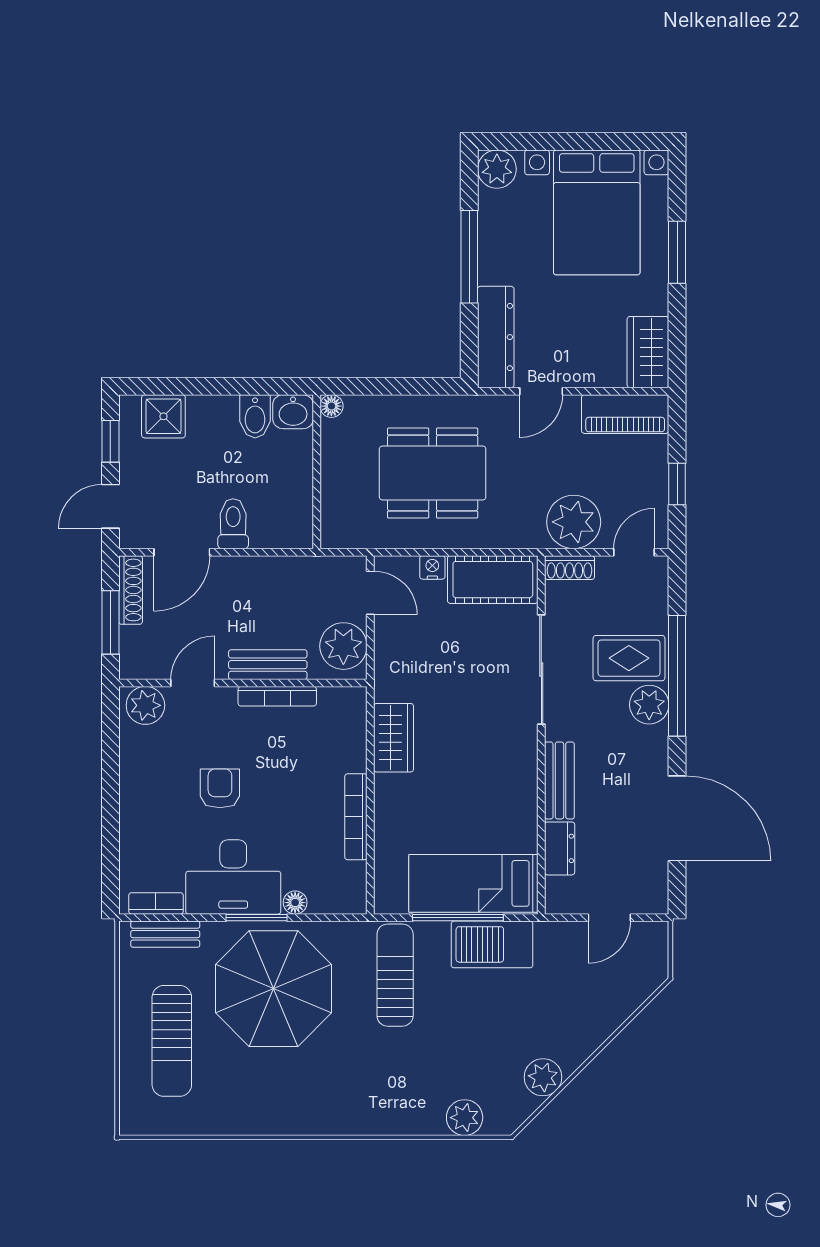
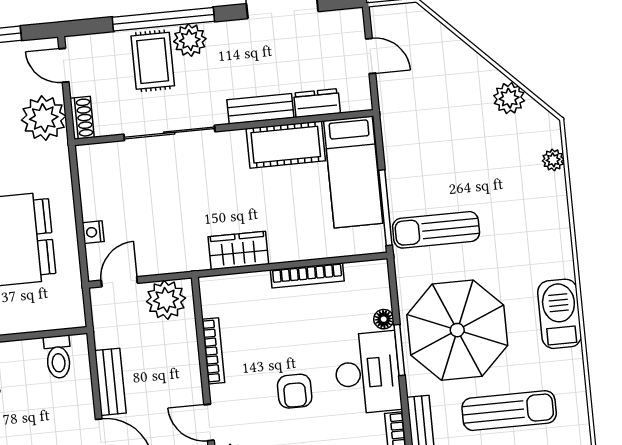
toilet: (233, 524) -> (58, 357), moved, turned -90
cot: (493, 580) -> (286, 145), moved, turned 90
bench: (268, 665) -> (110, 382), moved
armchair: (220, 788) -> (295, 391), turned -90
window: (458, 918) -> (385, 208), moved
barbecue: (492, 944) -> (560, 314), moved, turned 180
plant: (465, 1118) -> (553, 160), width x0.73, depth x0.73

